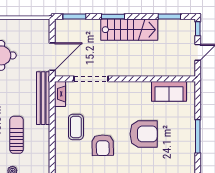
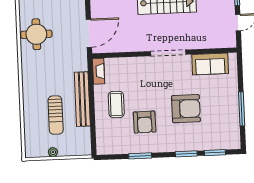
doorway: (91, 79) -> (168, 53), moved
bench: (43, 98) -> (82, 99), moved
sun lounger: (16, 135) -> (56, 115), turned 180

